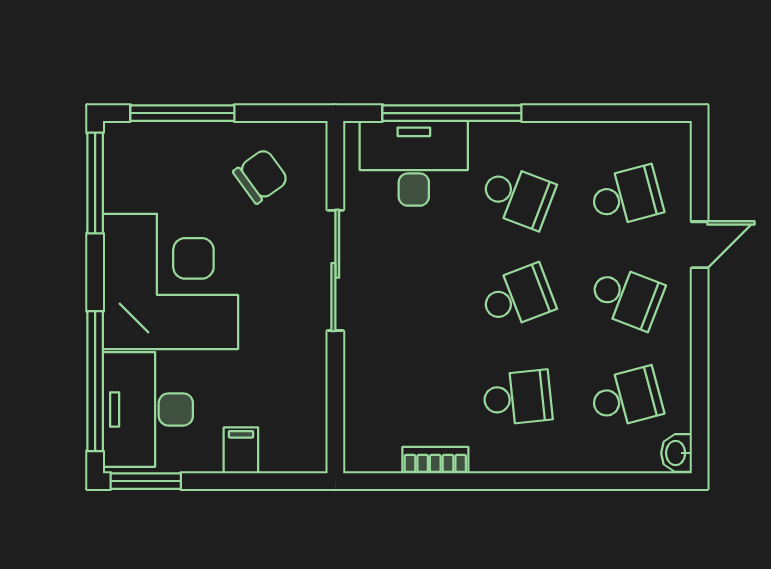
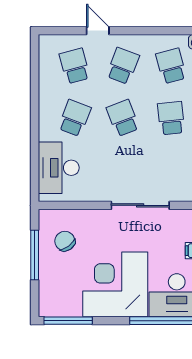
window: (182, 113) -> (35, 255), moved
window: (452, 113) -> (35, 149), removed
sliding door: (335, 270) -> (140, 205), moved

